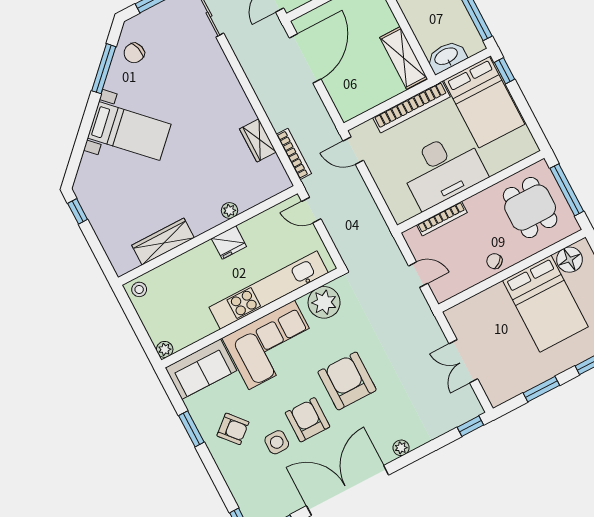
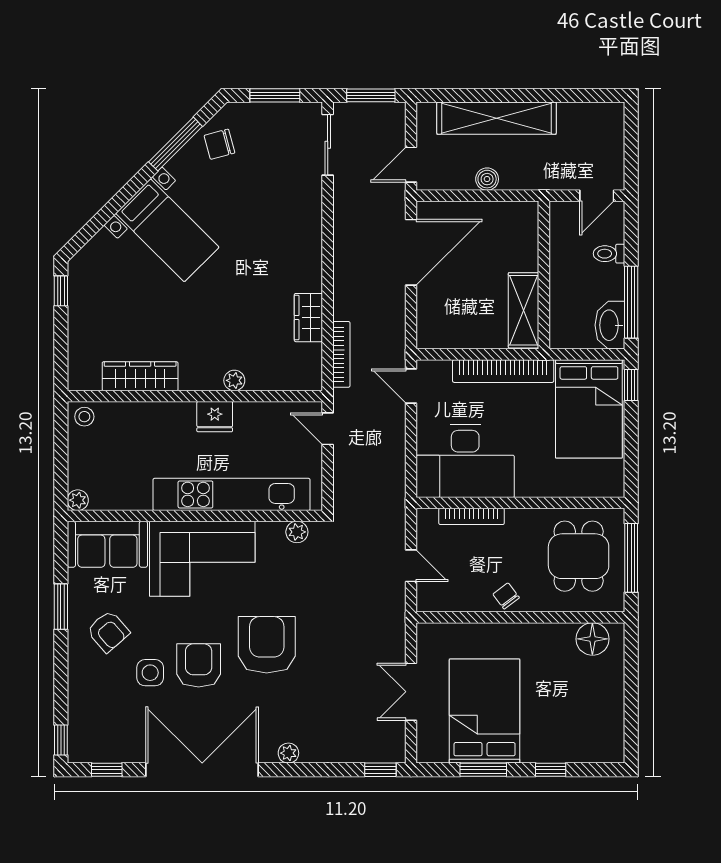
washbasin: (446, 57) -> (610, 325), moved, turned -90
desk: (443, 170) -> (465, 461), moved
plant: (324, 302) -> (297, 532), width x0.53, depth x0.53
bed: (545, 304) -> (485, 711), moved, turned 180

